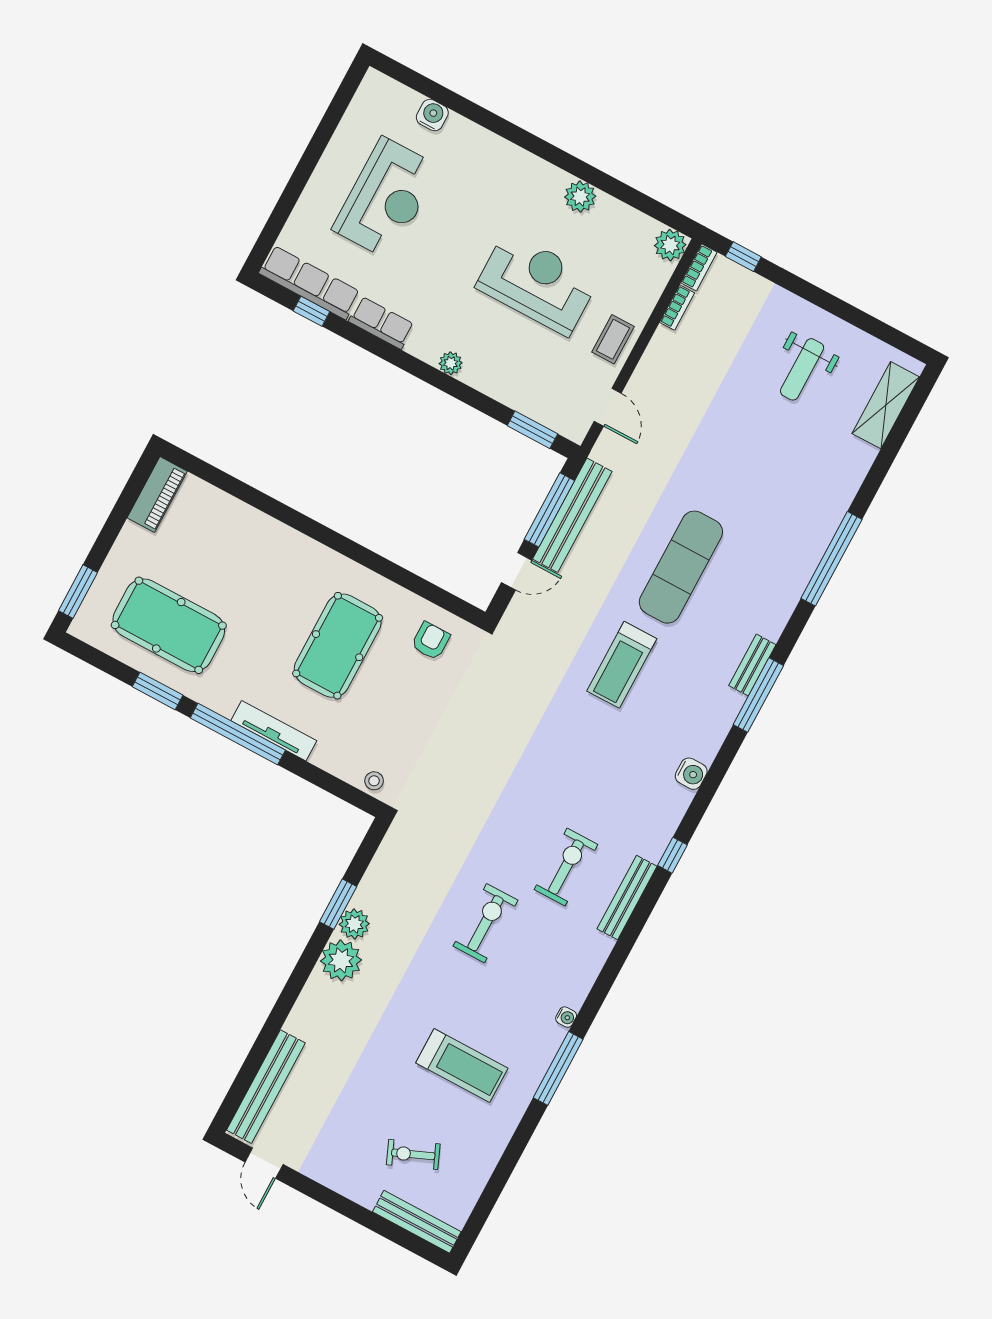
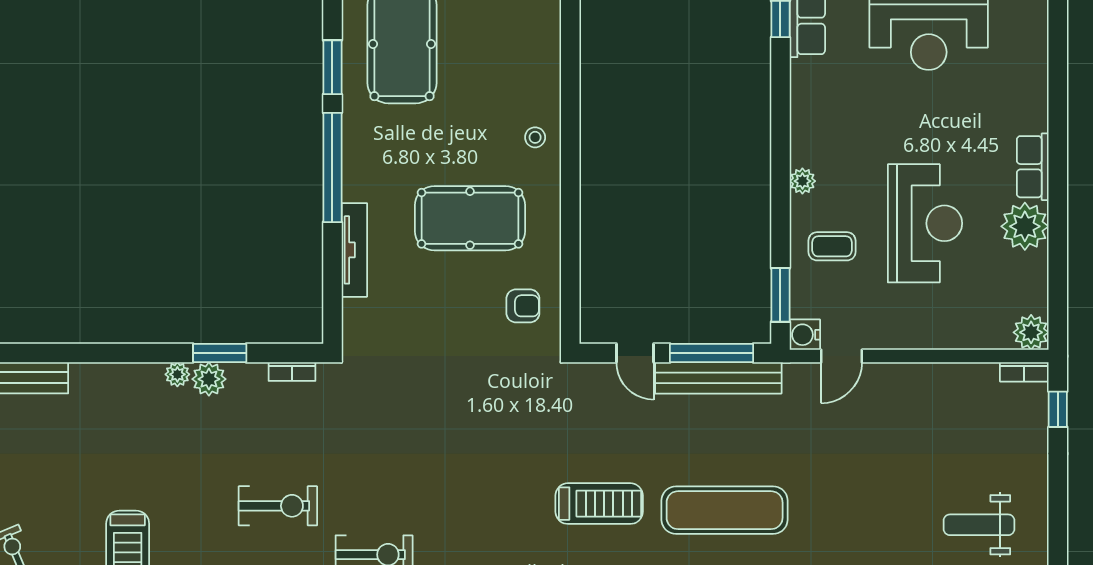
water cooler: (432, 115) -> (805, 335), moved, turned 180
plant: (580, 197) -> (1025, 226), width x1.36, depth x1.36
bookcase: (677, 308) -> (292, 372), moved
row of seats: (381, 323) -> (1033, 167), moved, turned 180
coffee table: (613, 339) -> (832, 246), moved
treadmill: (622, 665) -> (599, 504), turned 180
tv unit: (274, 731) -> (354, 250), moved
stool: (374, 781) -> (535, 137), moved
plant: (341, 960) -> (177, 374), width x0.53, depth x0.53

